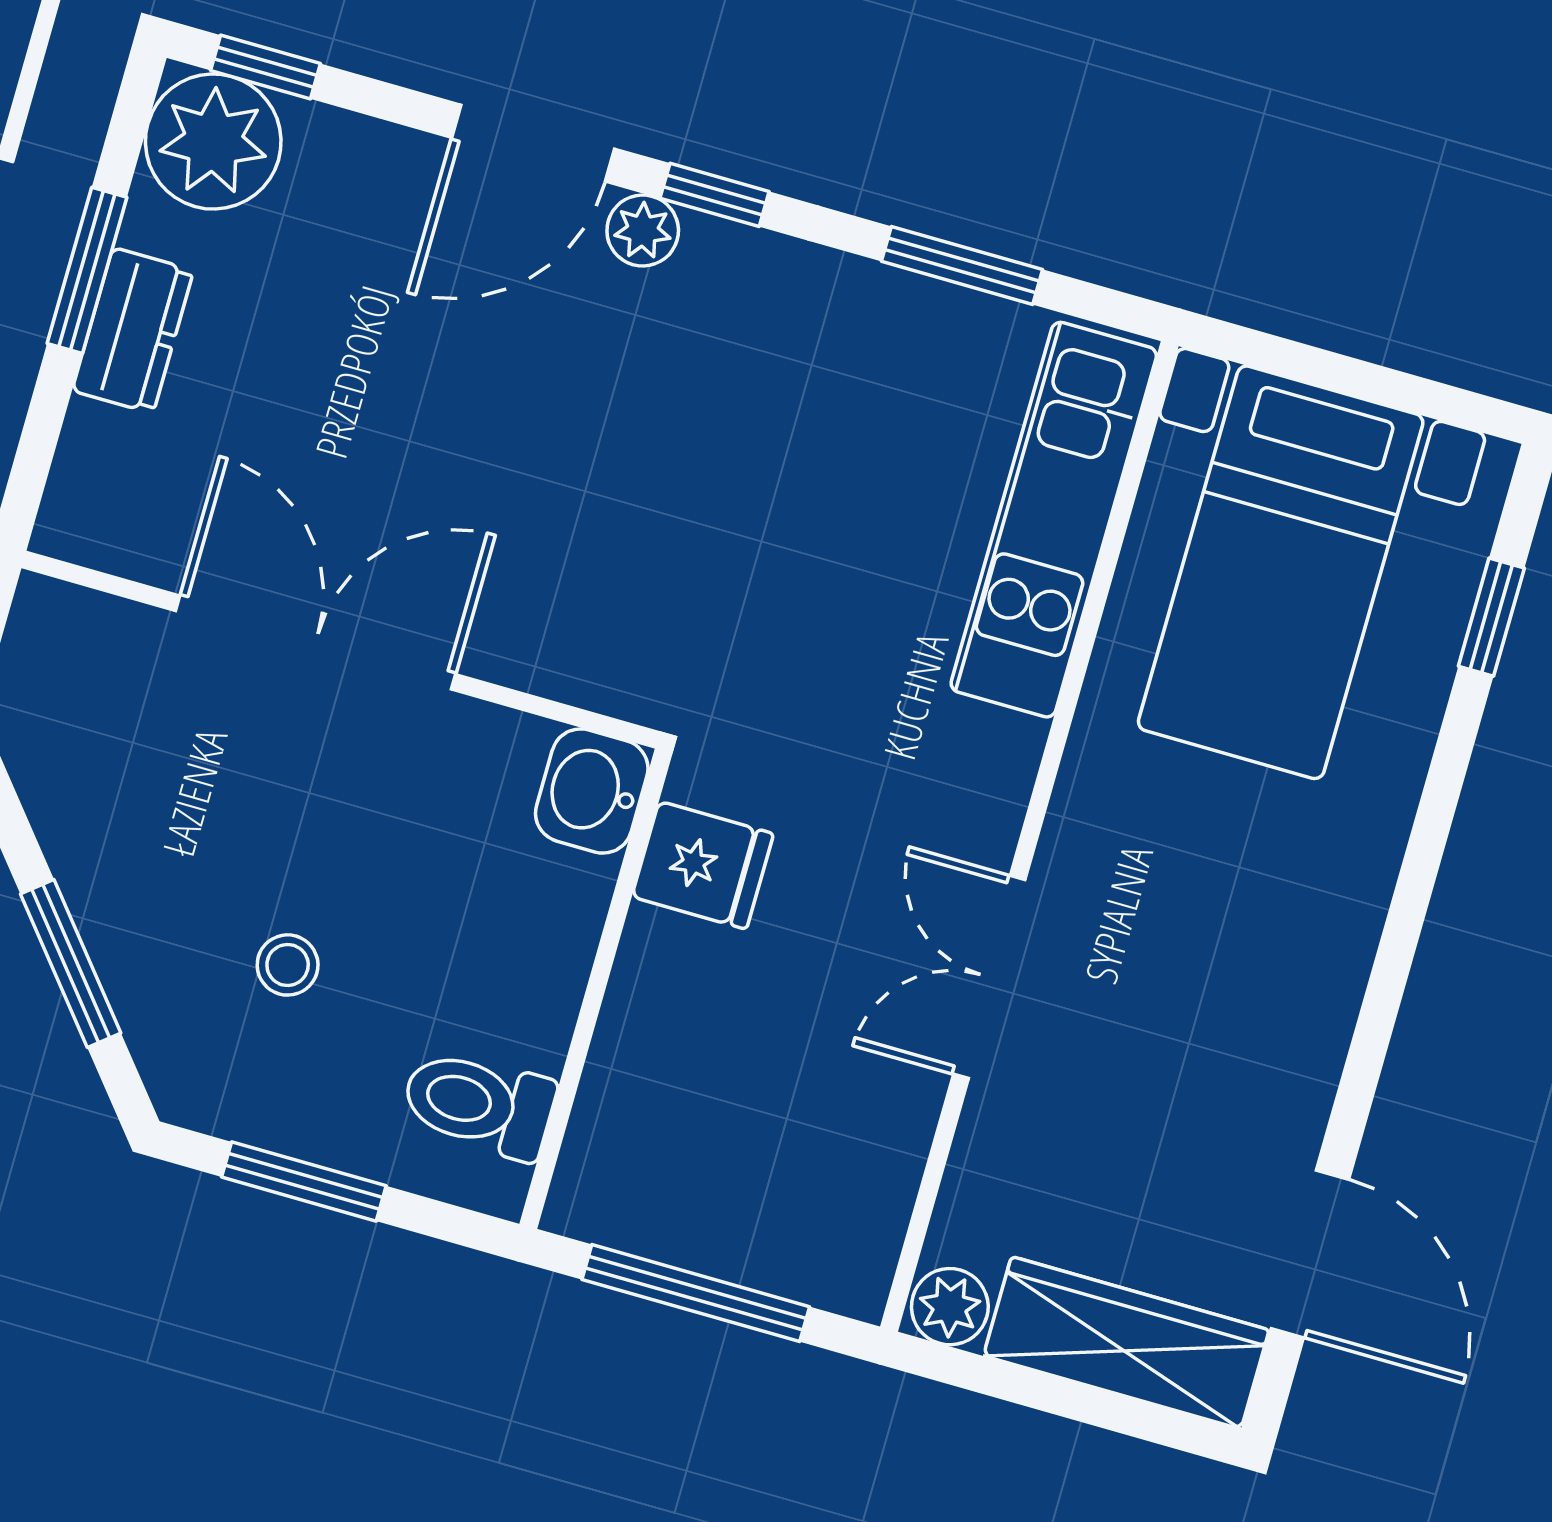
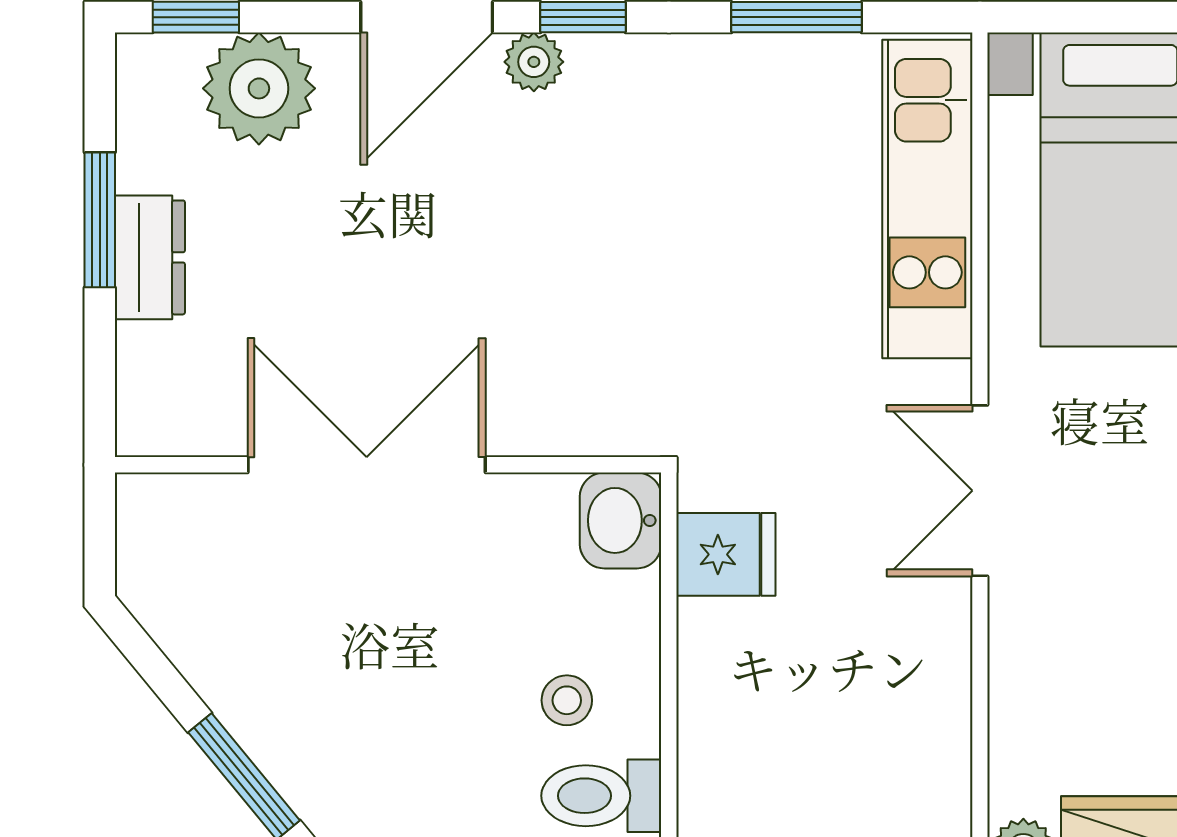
plant: (213, 142) -> (259, 88), moved
stool: (288, 965) -> (567, 700), moved
double door: (989, 977) -> (980, 491), moved

